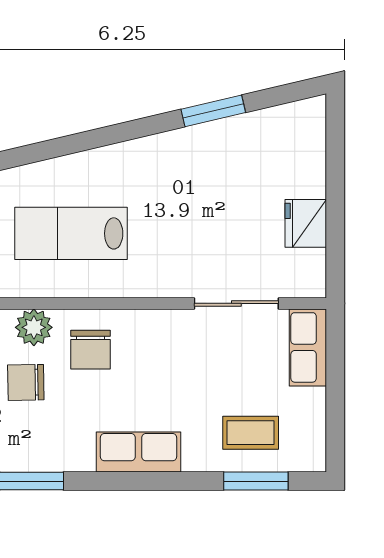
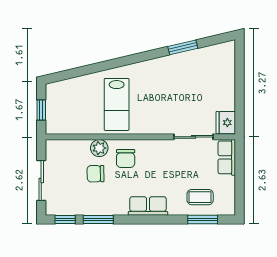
fridge: (306, 223) -> (226, 123), moved
lab bench: (71, 233) -> (117, 104), turned -90

